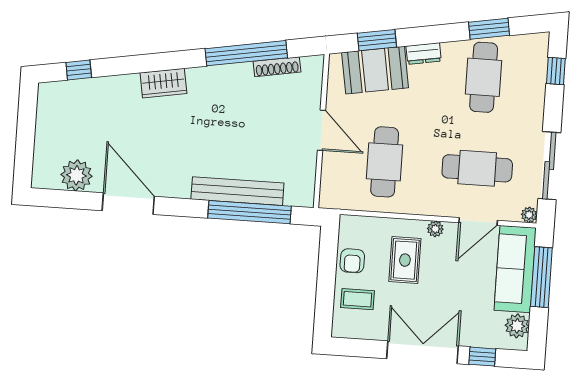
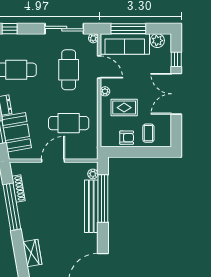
plant: (293, 198) -> (93, 174), added

